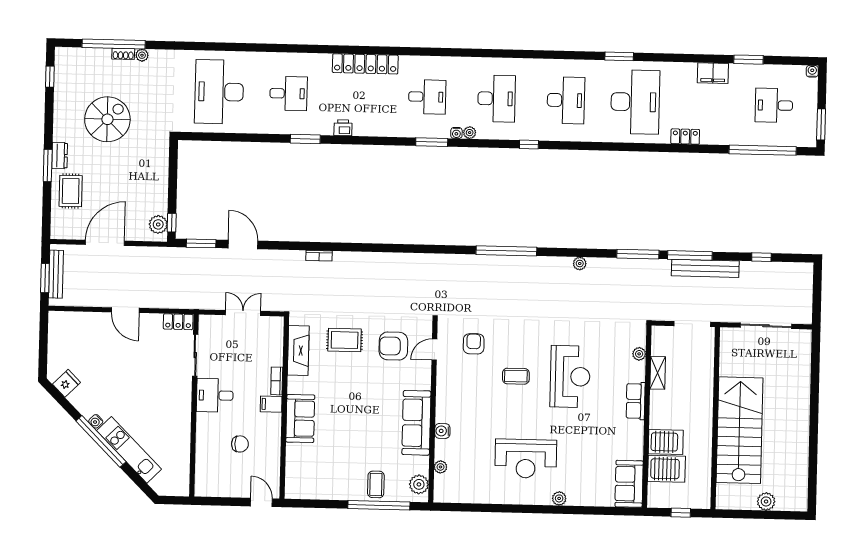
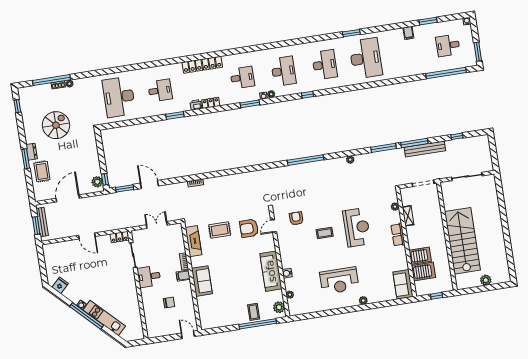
filing cabinet: (713, 73) -> (408, 33), width x0.50
locker: (685, 137) -> (211, 103), moved

